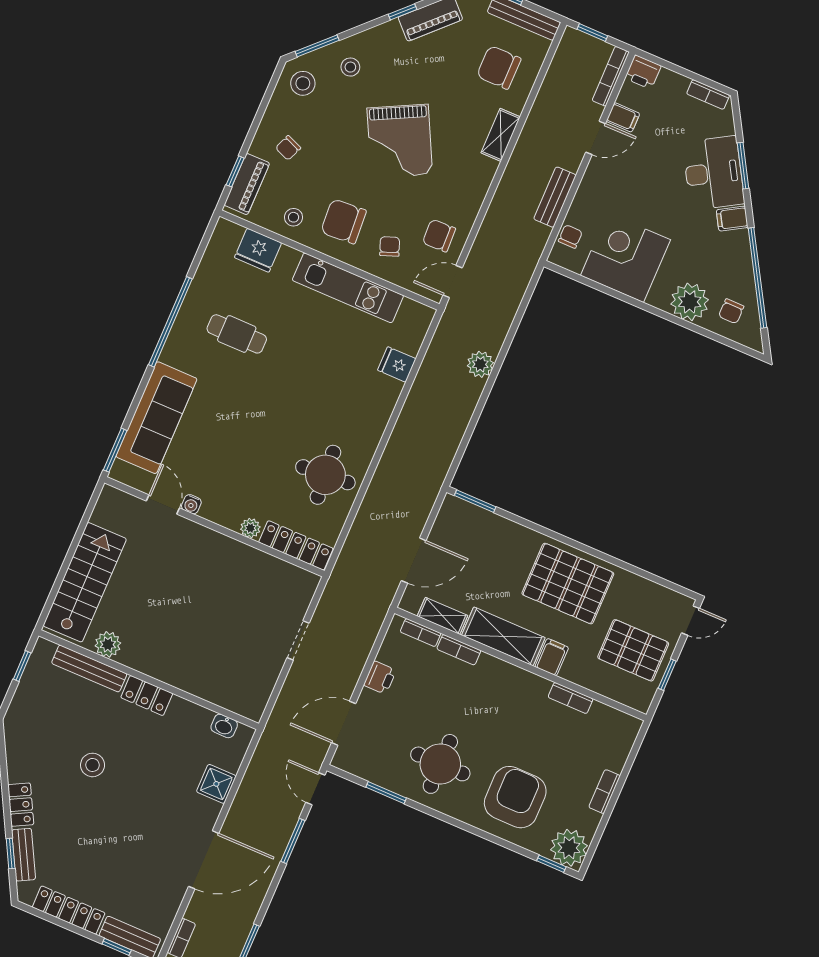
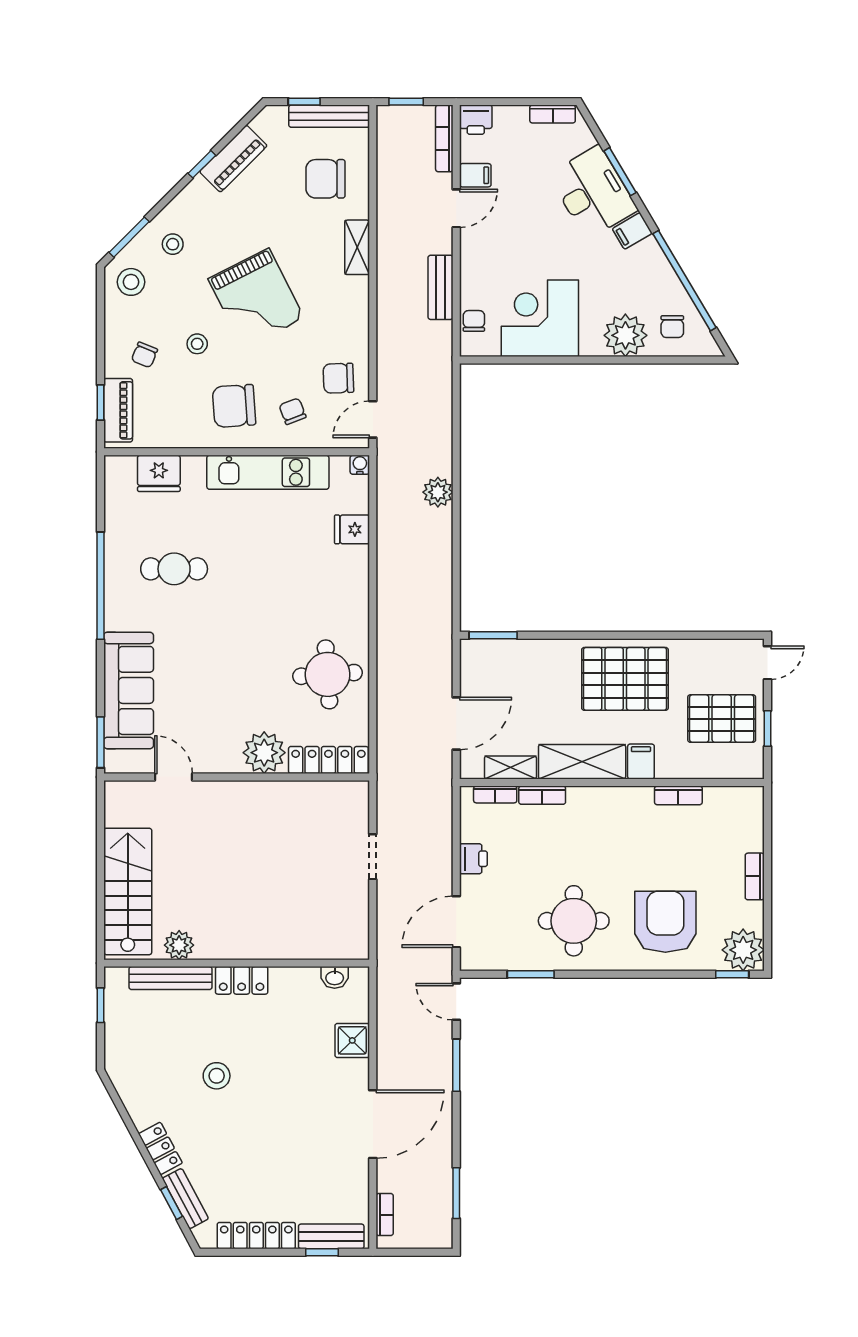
stool: (294, 217) -> (197, 344), moved
water cooler: (191, 504) -> (360, 465), moved, turned 180
plant: (250, 528) -> (264, 753), width x1.88, depth x1.88

